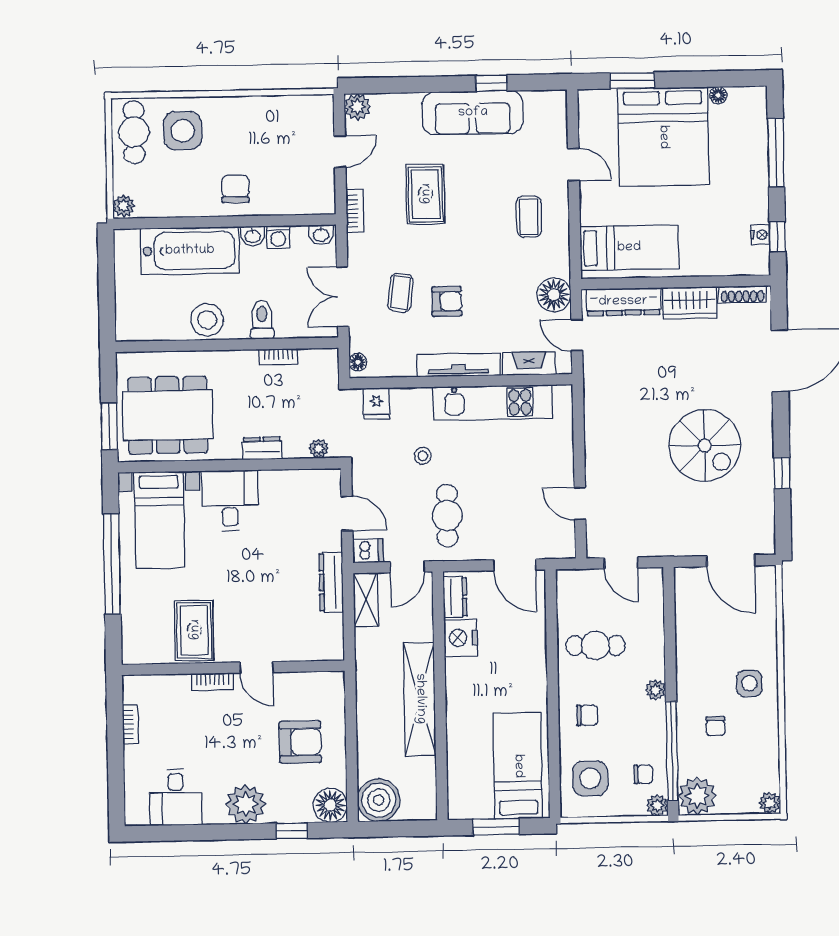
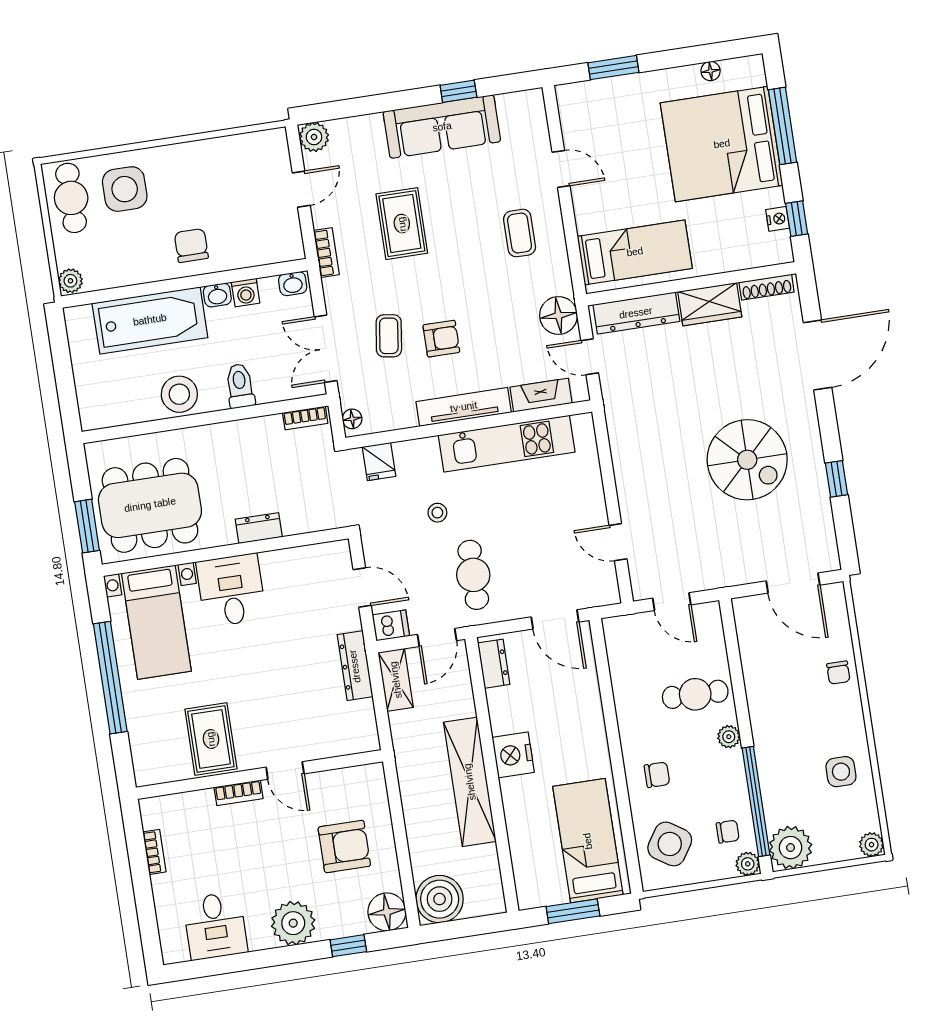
bed: (663, 137) -> (722, 144), moved, turned 90
bookcase: (279, 357) -> (305, 418), moved
plant: (319, 449) -> (322, 520), removed
nightstand: (461, 638) -> (513, 755), moved
cafe table: (596, 646) -> (695, 694), moved
side table: (749, 683) -> (841, 772), moved
chair: (716, 726) -> (838, 673), moved
side table: (590, 778) -> (670, 844), turned 33

